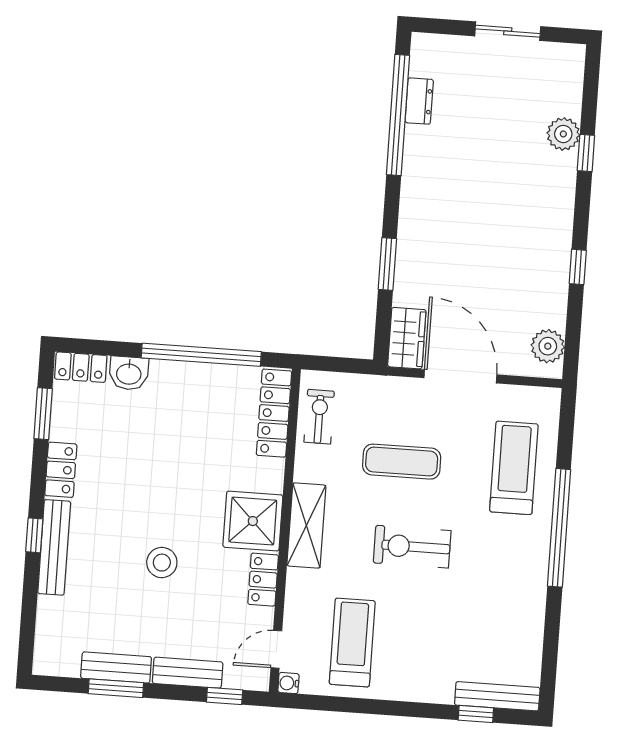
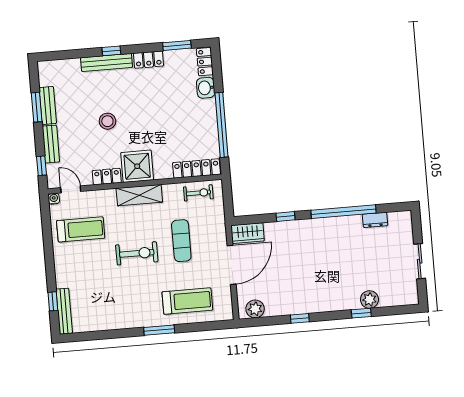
window: (398, 115) -> (344, 212), moved
window: (387, 264) -> (285, 217), width x0.67
window: (559, 528) -> (159, 330), width x0.47
exercise bike: (412, 547) -> (137, 253), turned 90

